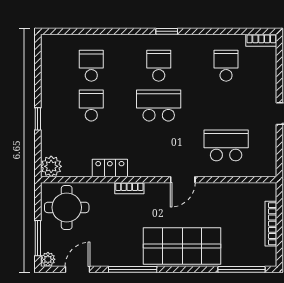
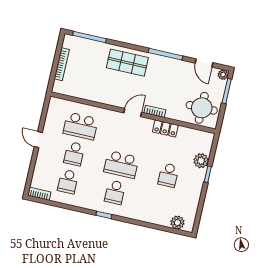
plant: (64, 44) -> (177, 223), added
school desk: (91, 66) -> (74, 154), moved
plant: (51, 166) -> (201, 161), moved
door: (183, 180) -> (133, 113), moved
shop shelf: (182, 246) -> (127, 63), width x0.70, depth x0.74
door: (77, 269) -> (204, 63), hinge flipped

